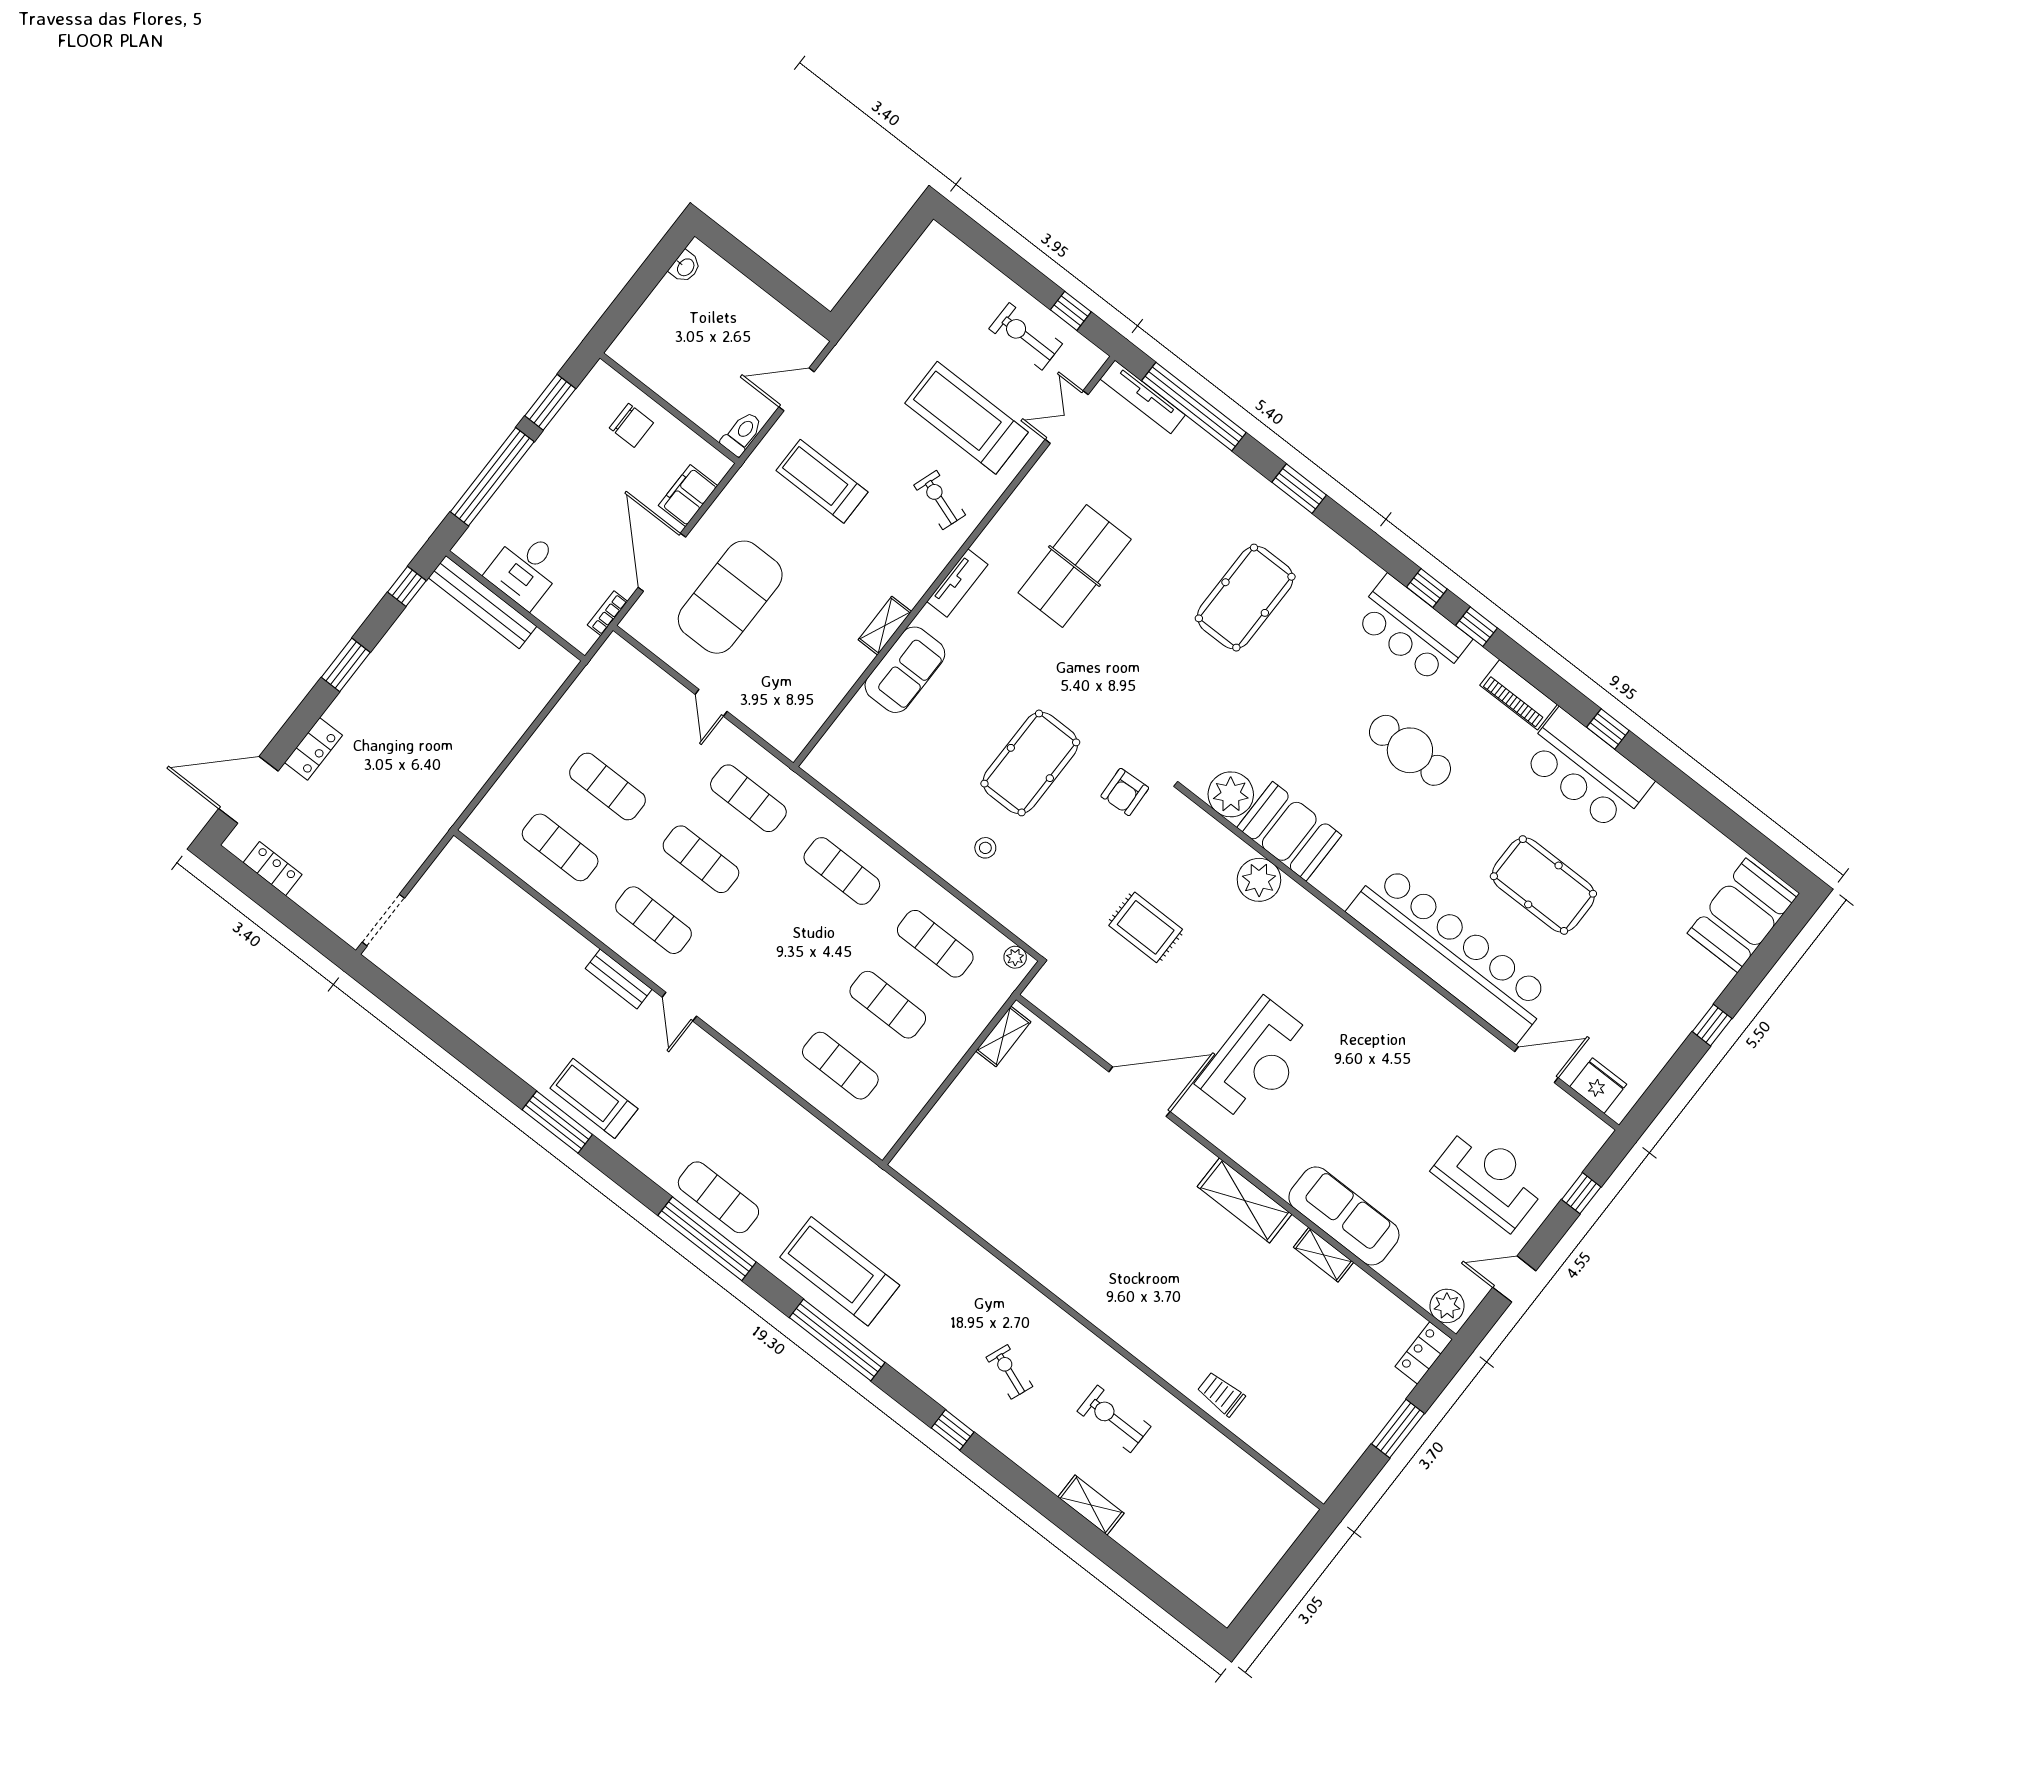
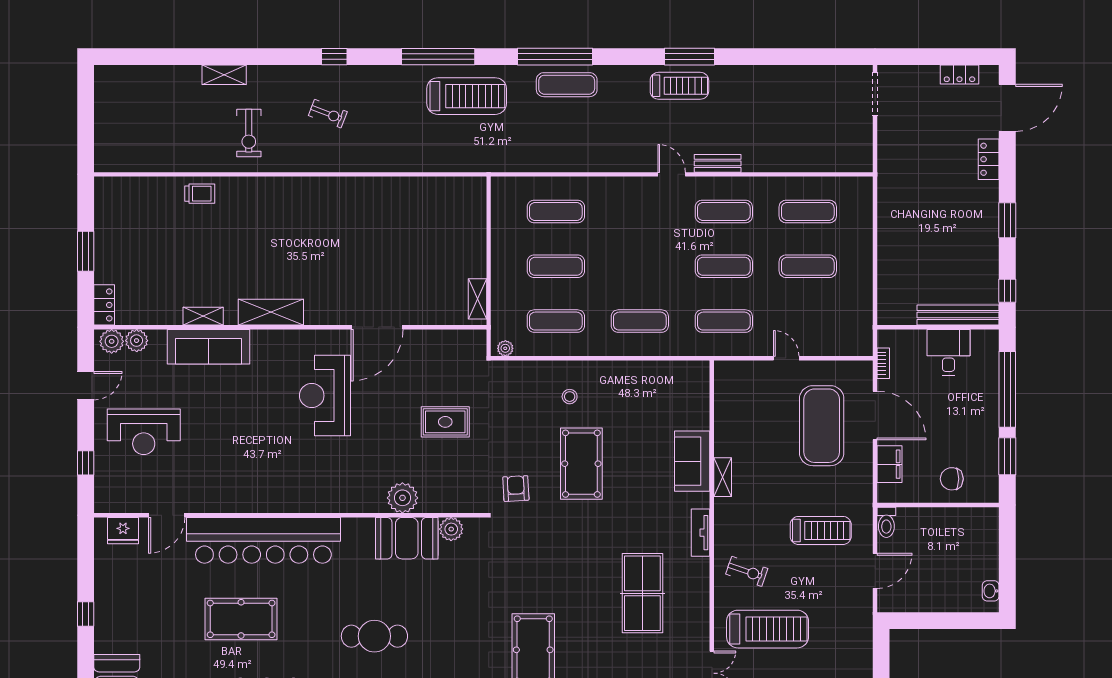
plant: (1231, 794) -> (451, 529), width x0.73, depth x0.73
plant: (1419, 1285) -> (137, 341), added
exercise bike: (1114, 1419) -> (249, 133), turned 90

